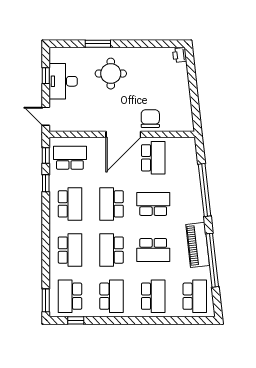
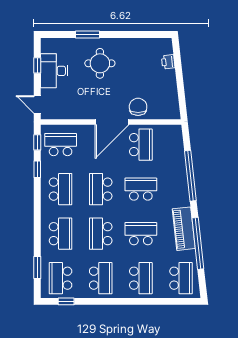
printer: (180, 55) -> (168, 62), moved
school desk: (153, 250) -> (141, 234), turned 180
window: (46, 300) -> (37, 267), moved

